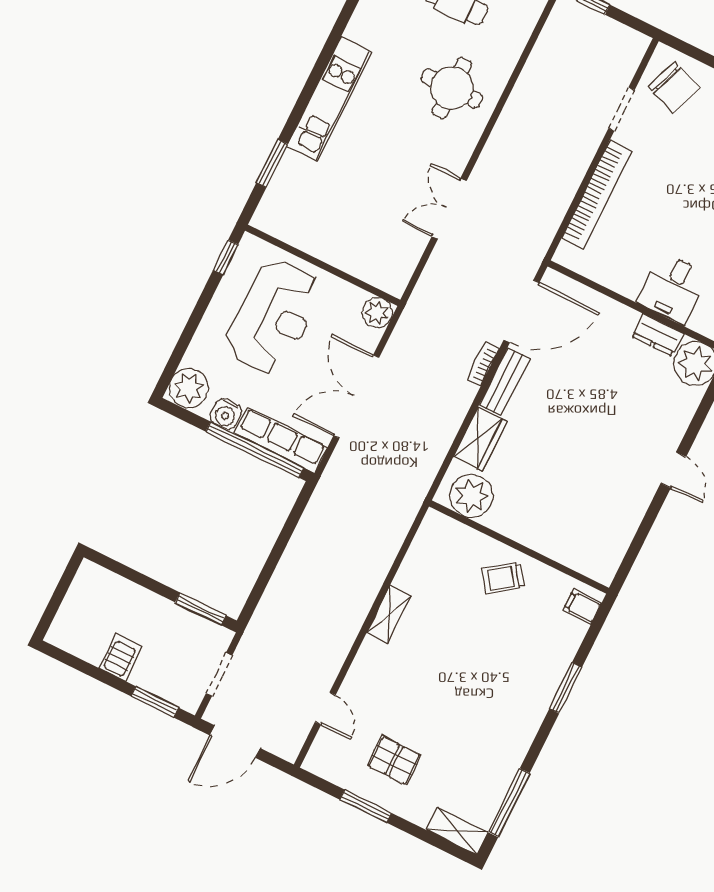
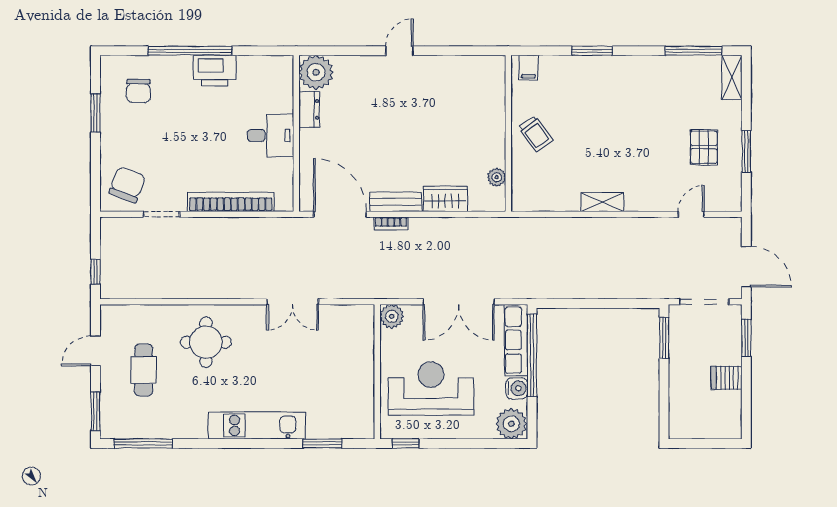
desk: (673, 288) -> (271, 135), moved
plant: (471, 496) -> (497, 177), width x0.53, depth x0.53
doorway: (219, 674) -> (704, 302), width x1.38

